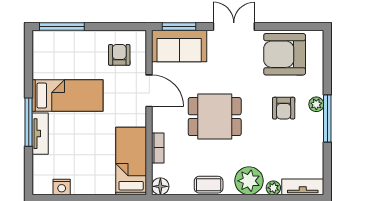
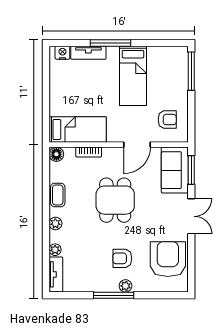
tv unit: (40, 134) -> (88, 53), moved
plant: (249, 181) -> (55, 223), width x0.53, depth x0.53
nightstand: (62, 187) -> (62, 53), moved, turned 90

